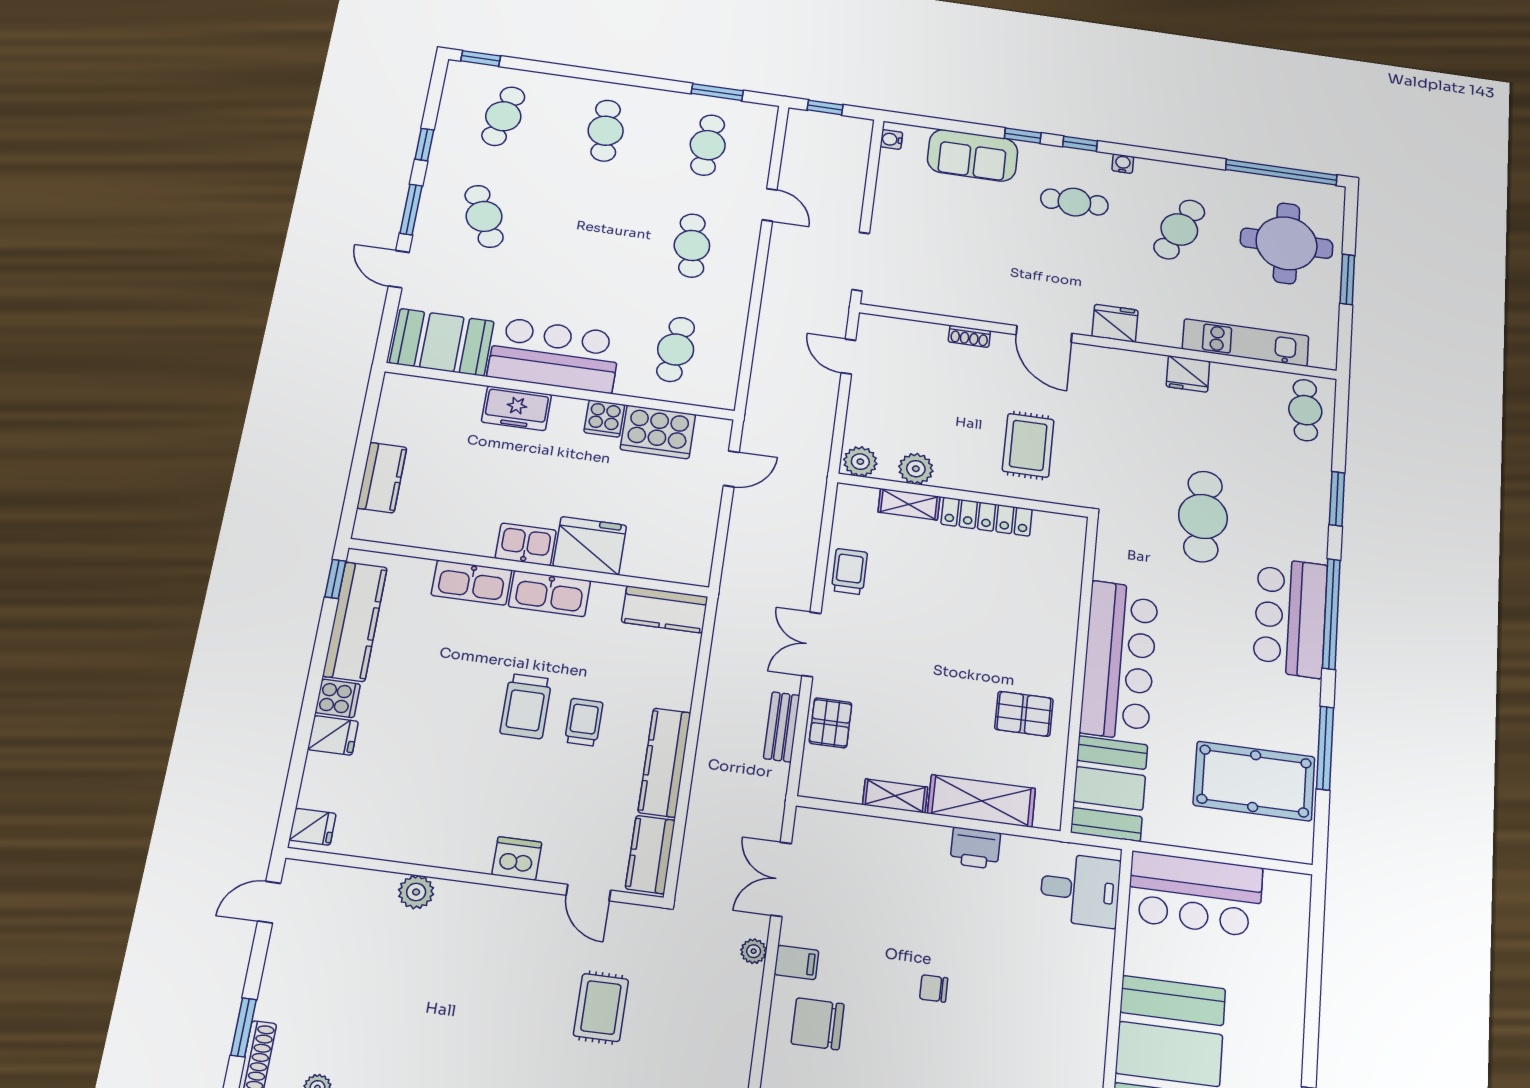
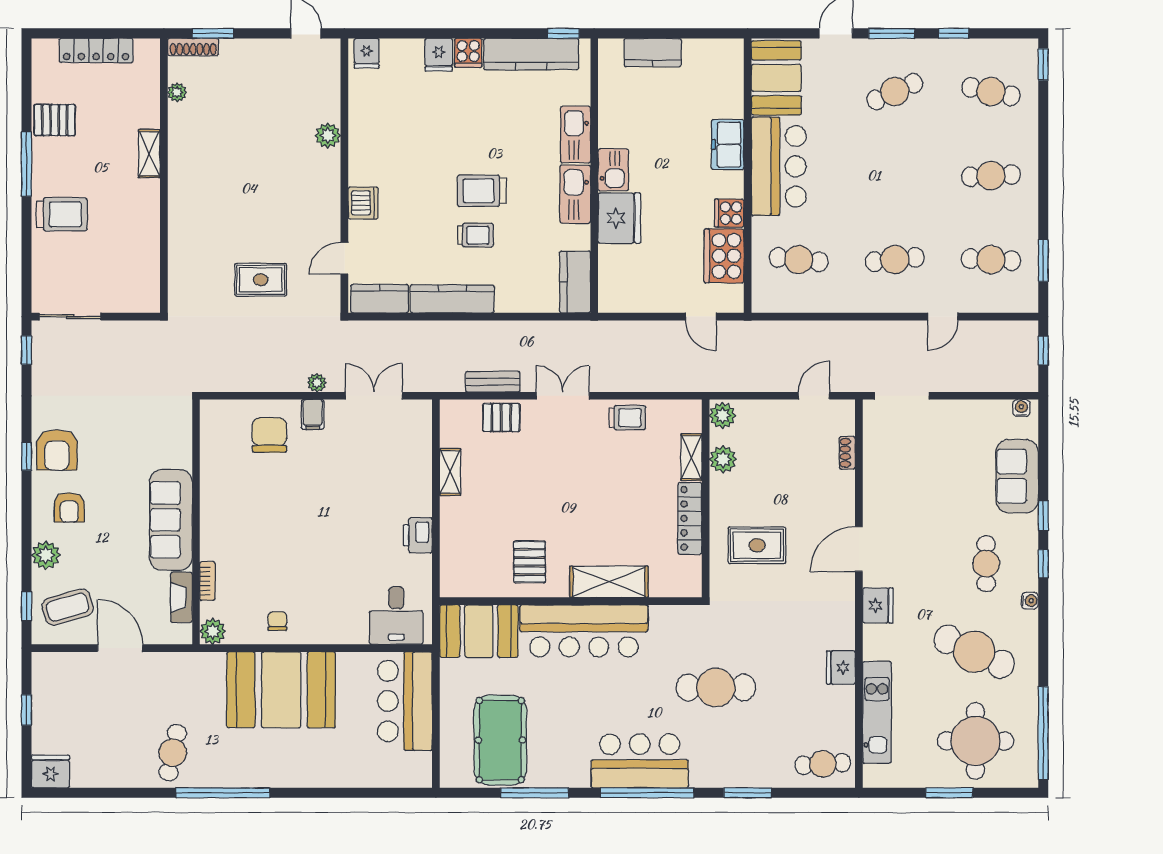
cafe table: (1179, 229) -> (974, 652), width x1.37, depth x1.35
shoe rack: (969, 336) -> (847, 453), moved
shelving: (982, 801) -> (609, 582), moved, turned 90
chair: (934, 988) -> (277, 621), moved

